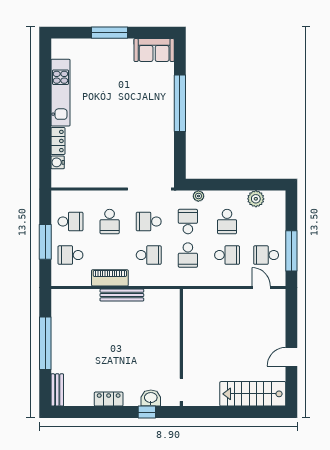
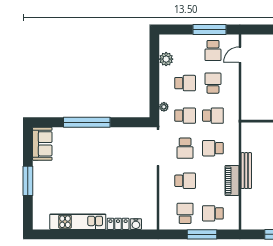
school desk: (188, 222) -> (185, 116), turned 180
school desk: (70, 255) -> (213, 213), turned 90
school desk: (149, 255) -> (213, 148), turned -90

